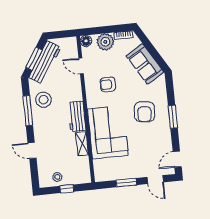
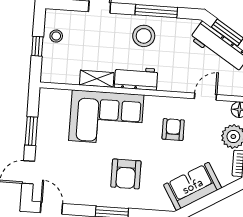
stool: (43, 100) -> (144, 36), moved
armchair: (144, 112) -> (126, 174), turned -96

